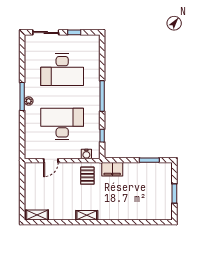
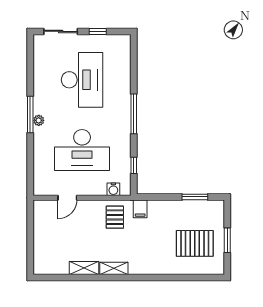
desk: (62, 70) -> (82, 80), turned -90
desk: (62, 124) -> (82, 150), turned 180
filing cabinet: (112, 169) -> (140, 209), width x0.50
pallet: (149, 196) -> (195, 243), added
shelving: (37, 215) -> (84, 268), moved

